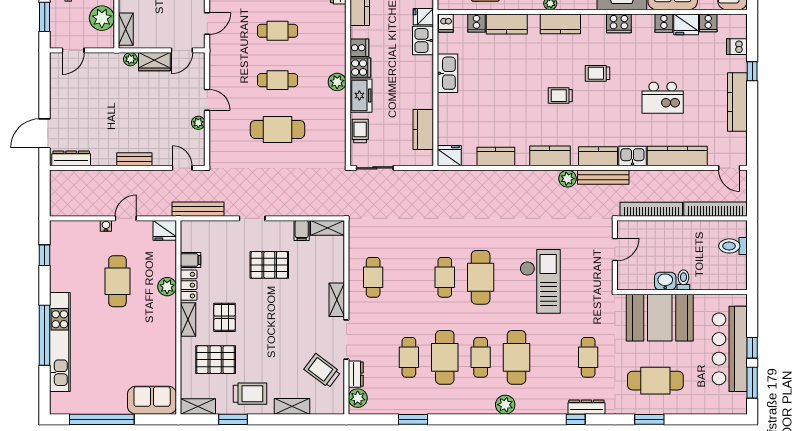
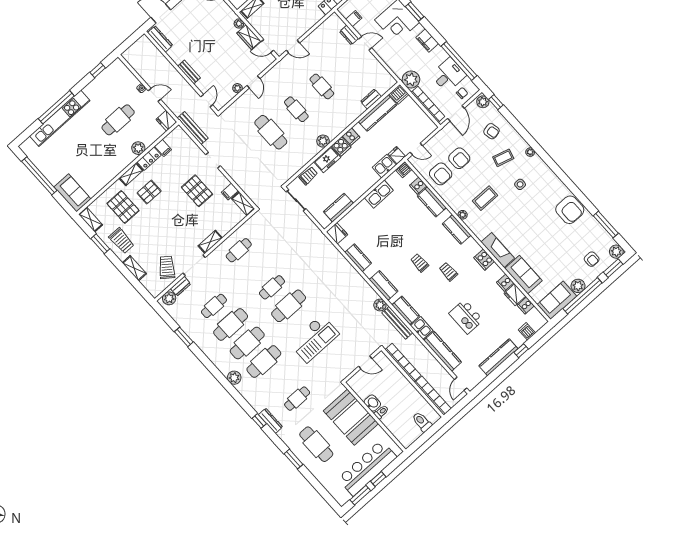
cafe table: (481, 357) -> (247, 343), width x1.37, depth x1.35

